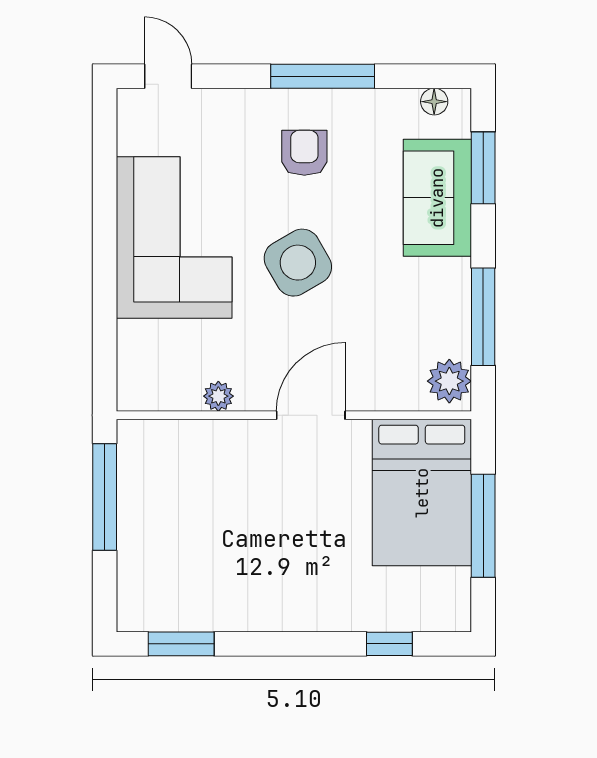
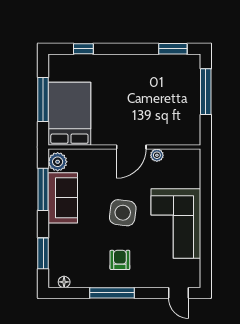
armchair: (304, 153) -> (120, 260), turned 180
sofa: (437, 198) -> (63, 198), moved
side table: (298, 263) -> (123, 213), turned 37
door: (311, 415) -> (131, 147), moved
window: (105, 497) -> (206, 92), moved

